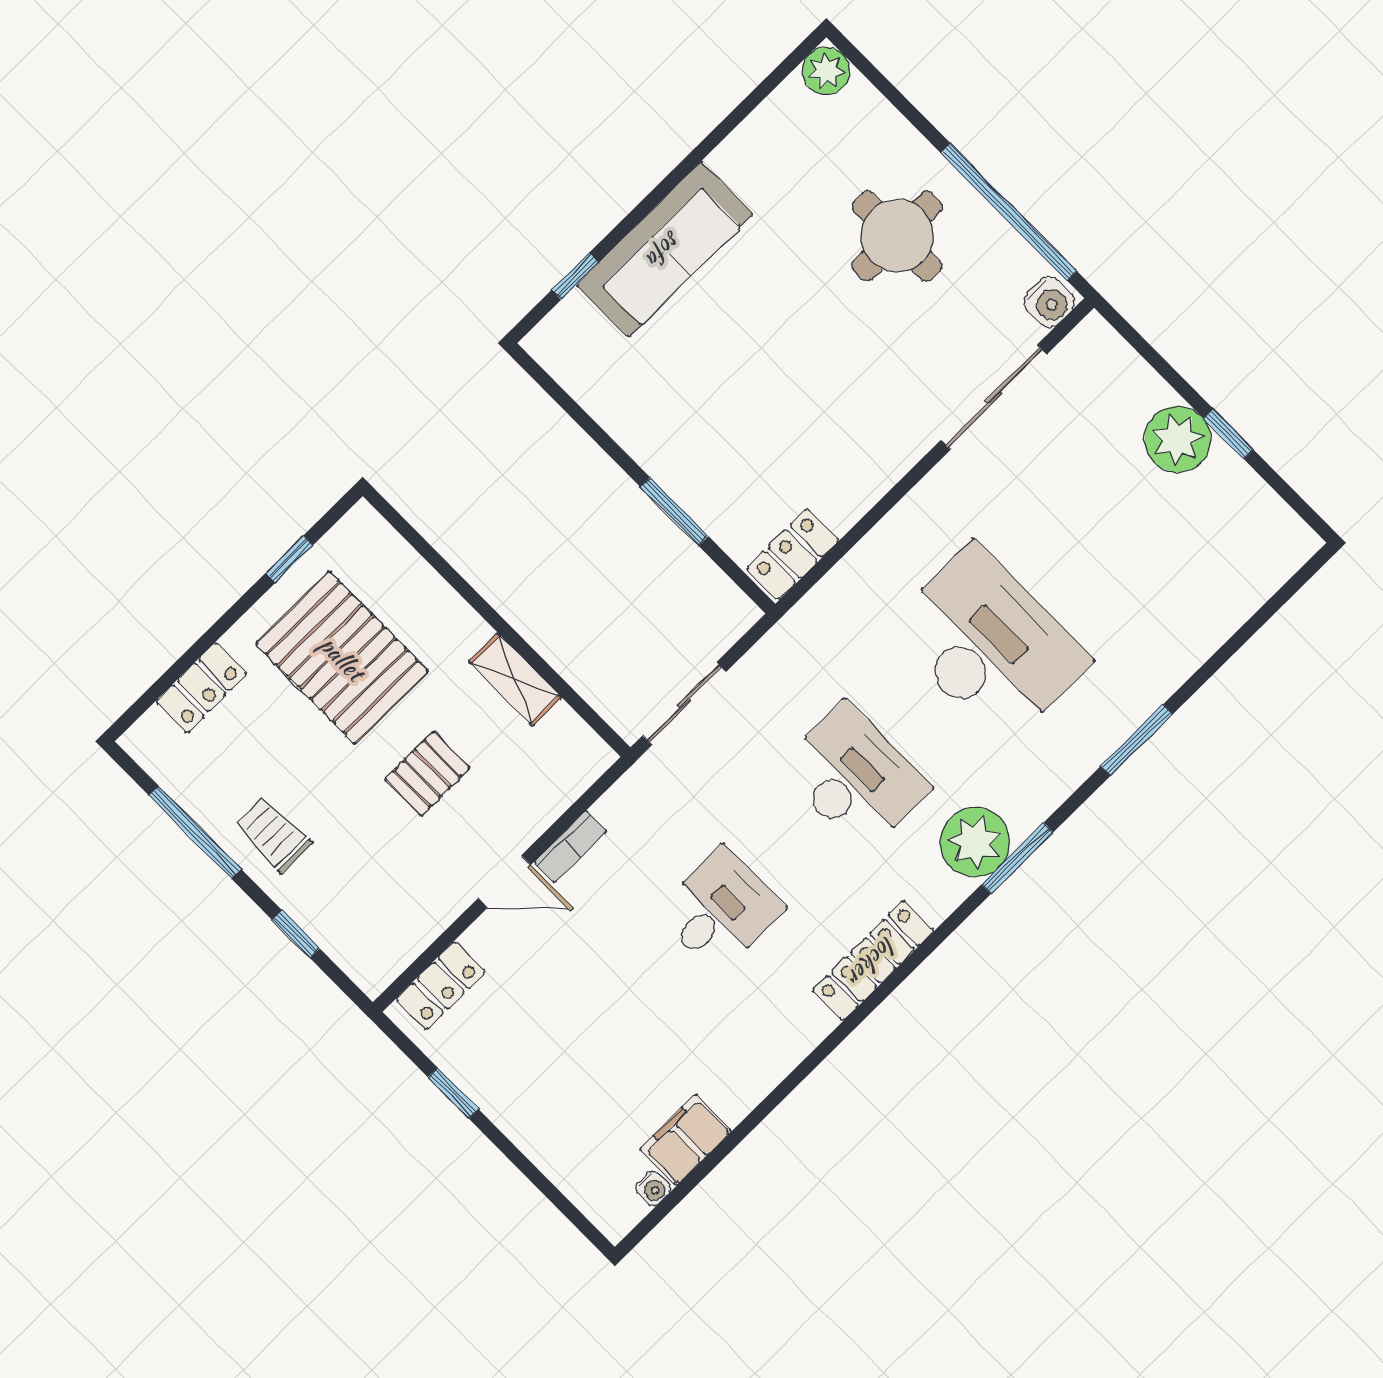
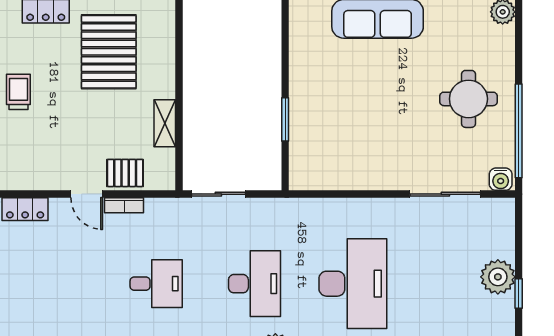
locker: (793, 554) -> (313, 179), removed
pallet: (427, 774) -> (125, 173), moved

